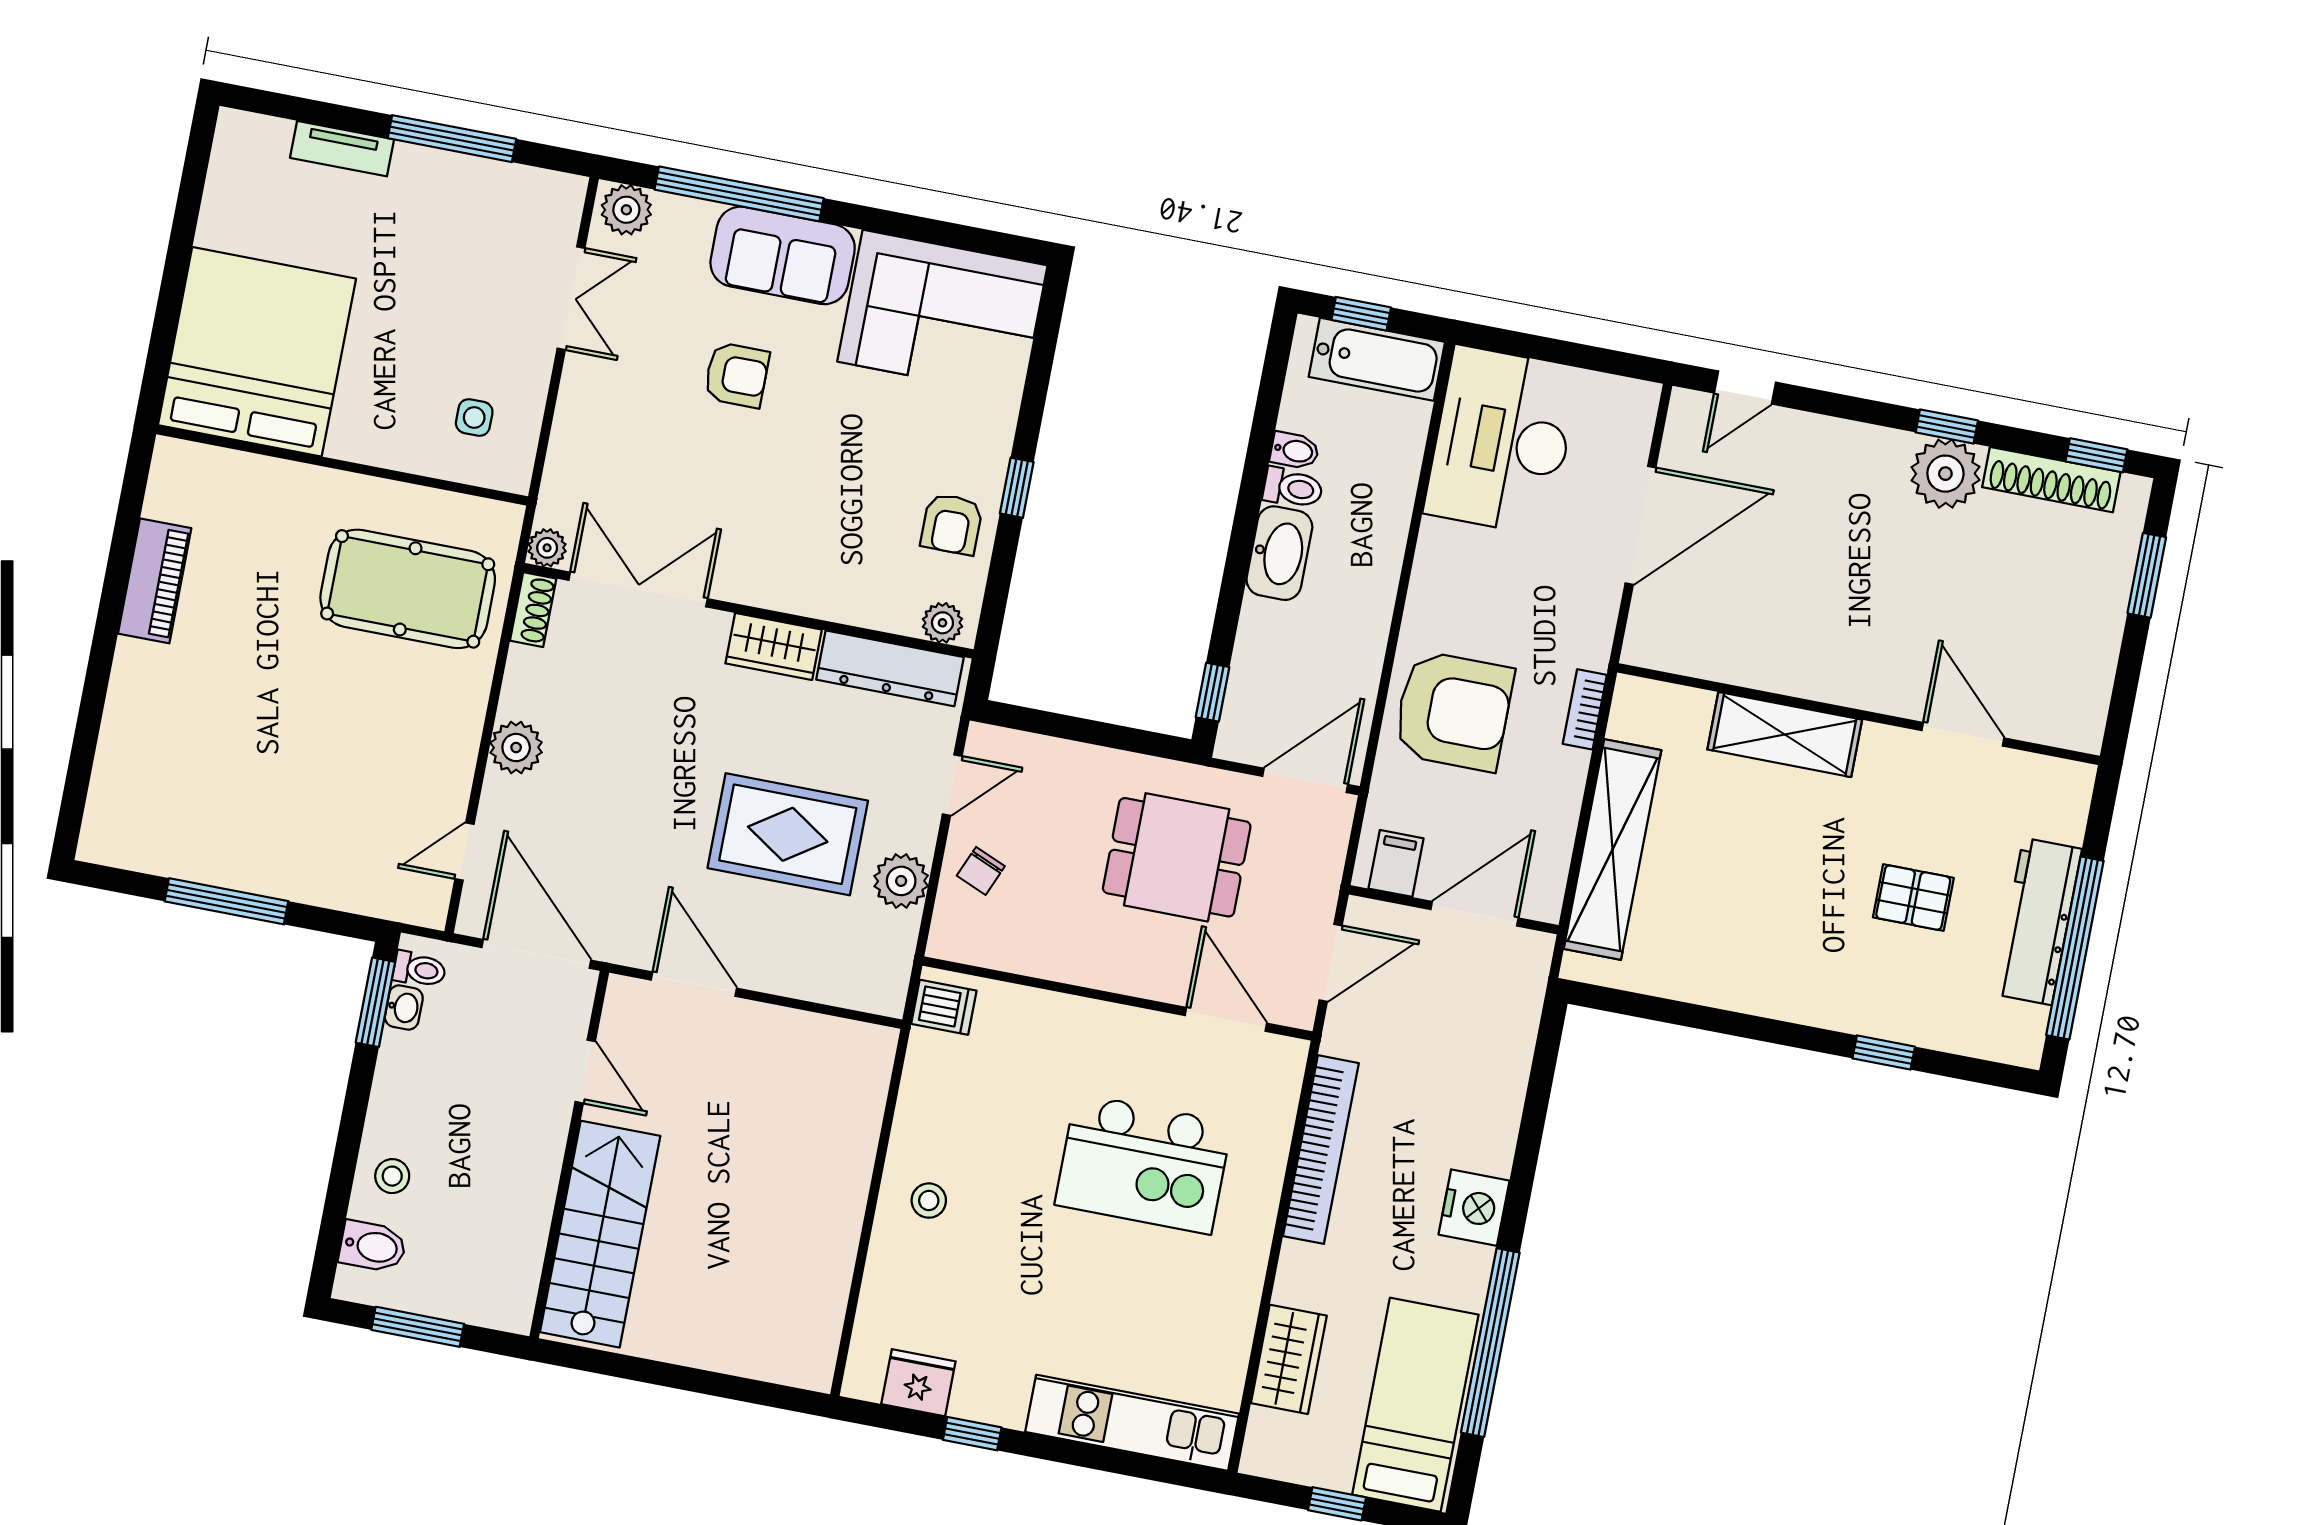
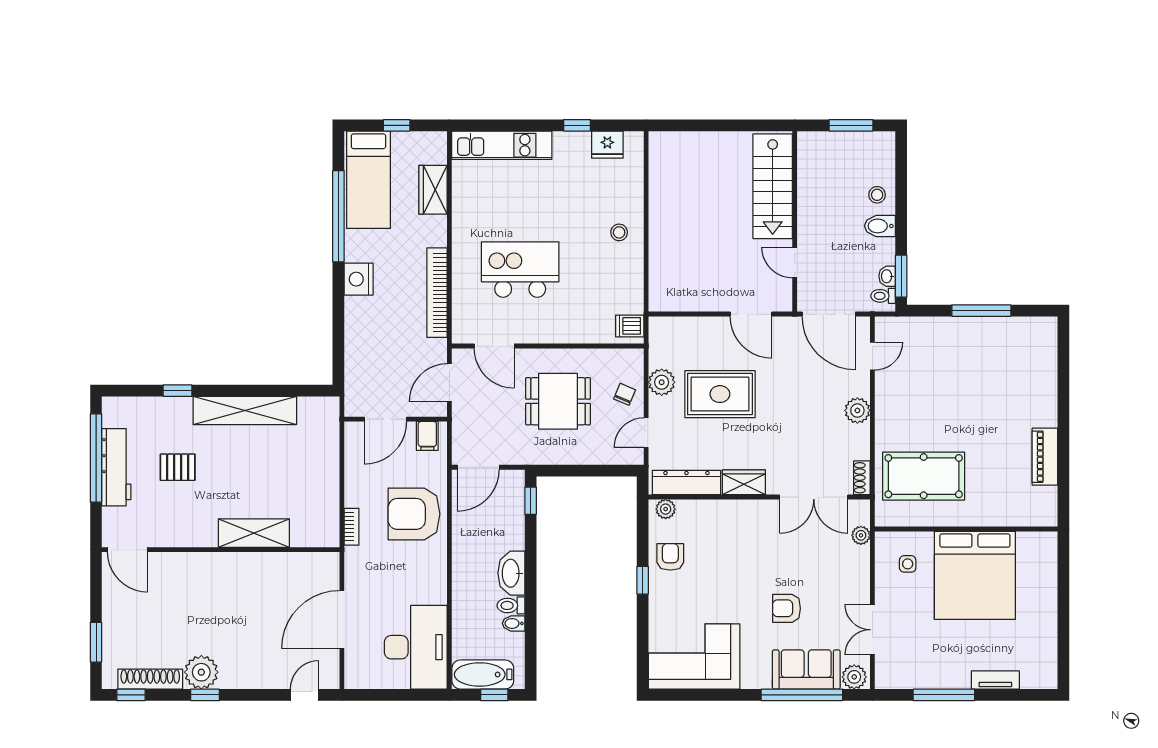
sofa: (783, 255) -> (806, 669), moved
bed: (257, 352) -> (975, 575), moved
plant: (547, 548) -> (861, 535), moved
door: (1963, 734) -> (128, 550), moved
shelving: (1613, 850) -> (245, 410), moved, turned 90
dining table: (1177, 857) -> (558, 401), moved
bidet: (373, 1246) -> (880, 226), moved

